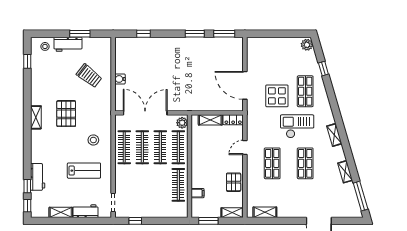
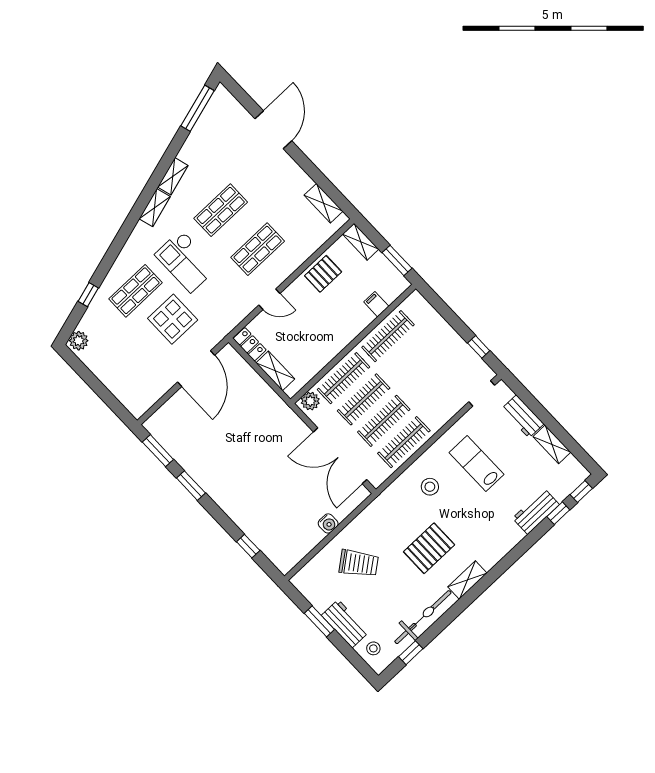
trolley: (89, 76) -> (359, 563), turned 104
bicycle: (38, 82) -> (423, 617), added
shelving: (345, 172) -> (173, 176), moved

